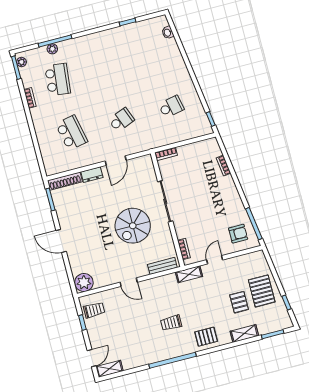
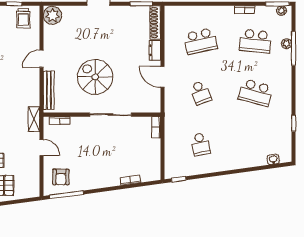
school desk: (107, 67) -> (256, 93), added
bench: (162, 266) -> (49, 90), width x1.36

